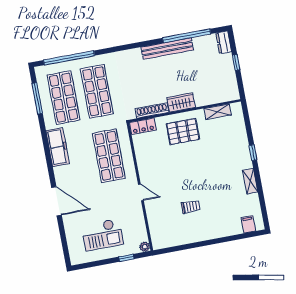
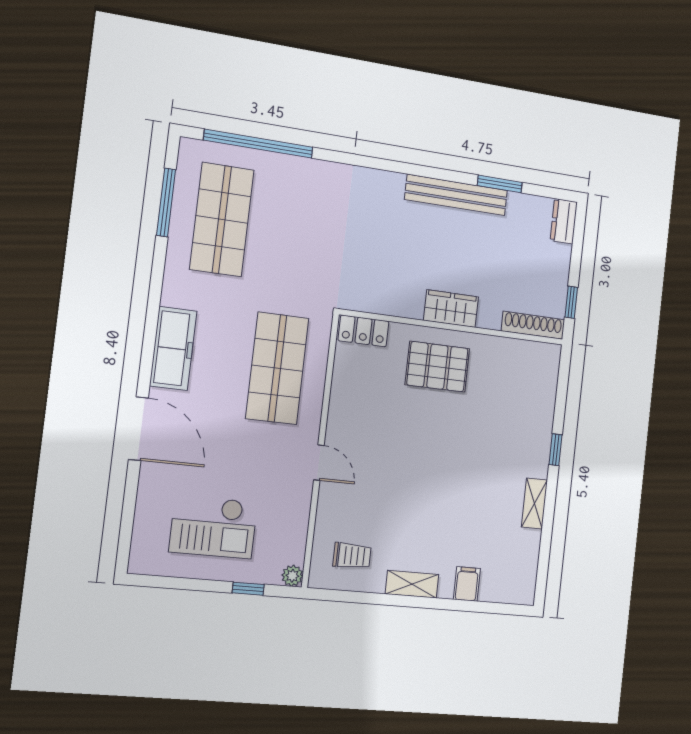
window: (187, 36) -> (500, 184), width x0.47
window: (236, 62) -> (571, 302), moved
shop shelf: (97, 91) -> (293, 230), removed
shoe rack: (152, 111) -> (533, 325), moved
shelving: (218, 112) -> (412, 584), moved
freezer: (58, 147) -> (173, 348), moved
trolley: (191, 207) -> (352, 556), moved
filing cabinet: (248, 224) -> (467, 584), moved

